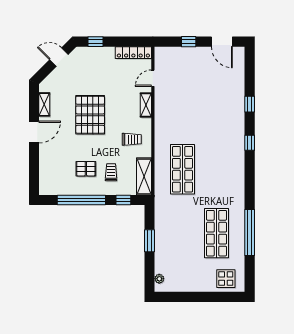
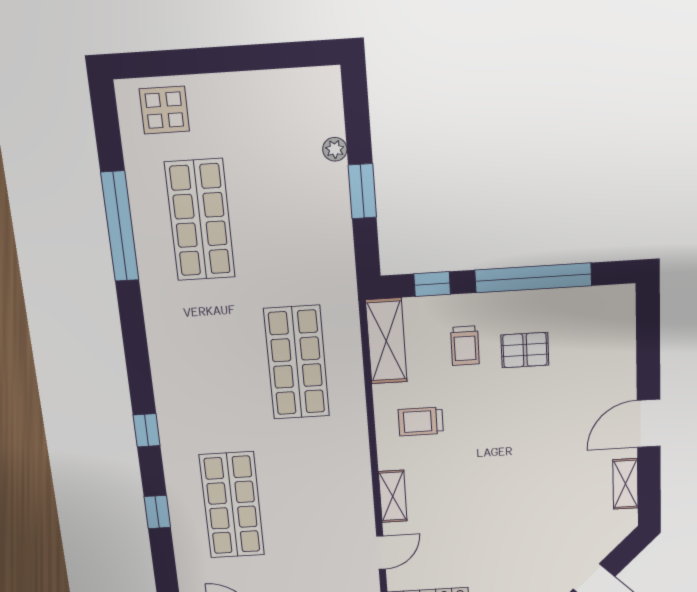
shop shelf: (217, 105) -> (232, 505), added
pallet: (90, 115) -> (519, 468), removed
plant: (159, 279) -> (335, 149), moved

